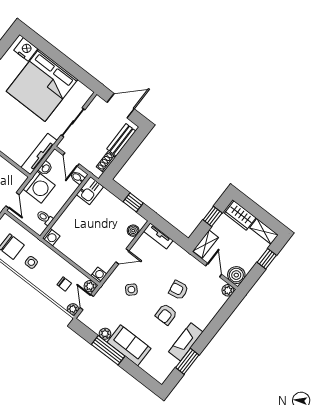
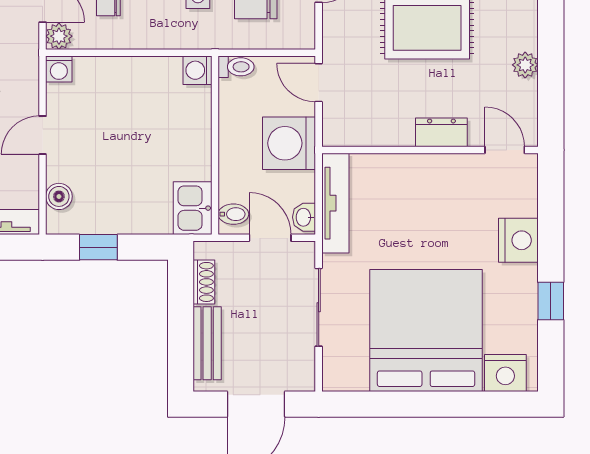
washbasin: (45, 168) -> (304, 217), moved
toilet: (45, 218) -> (236, 67), moved

